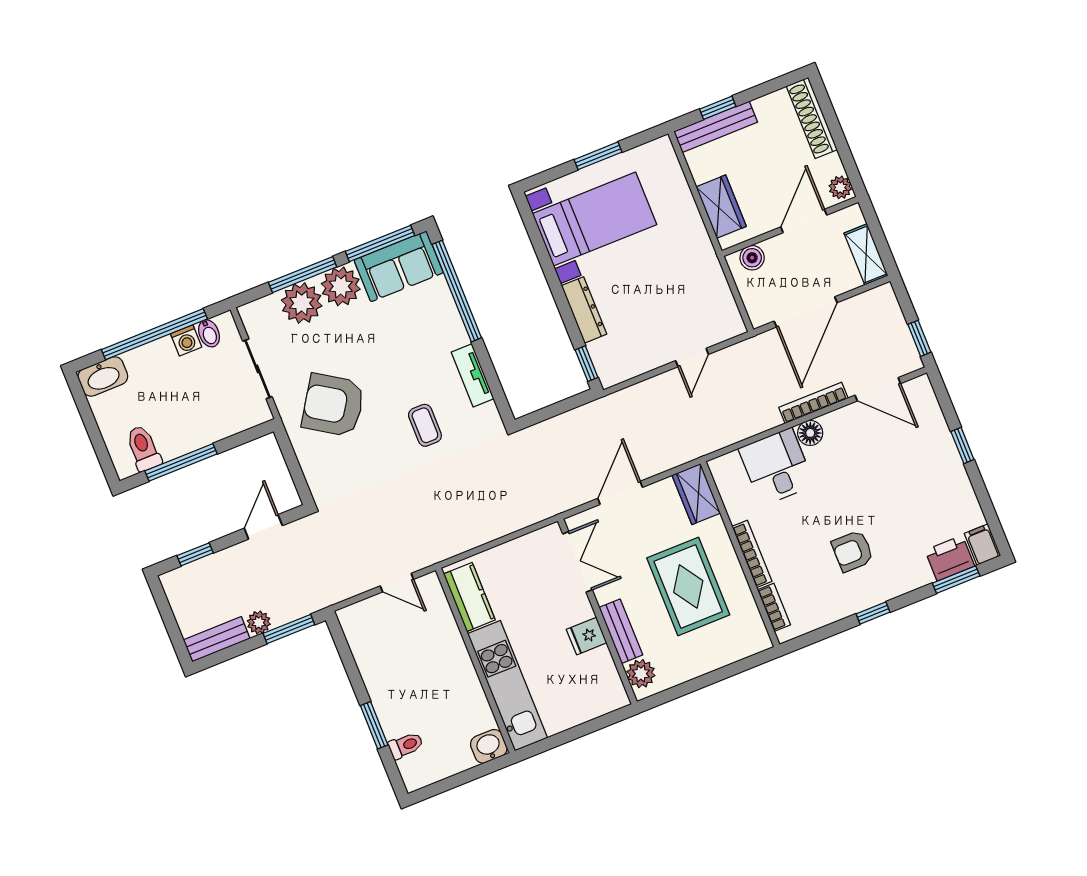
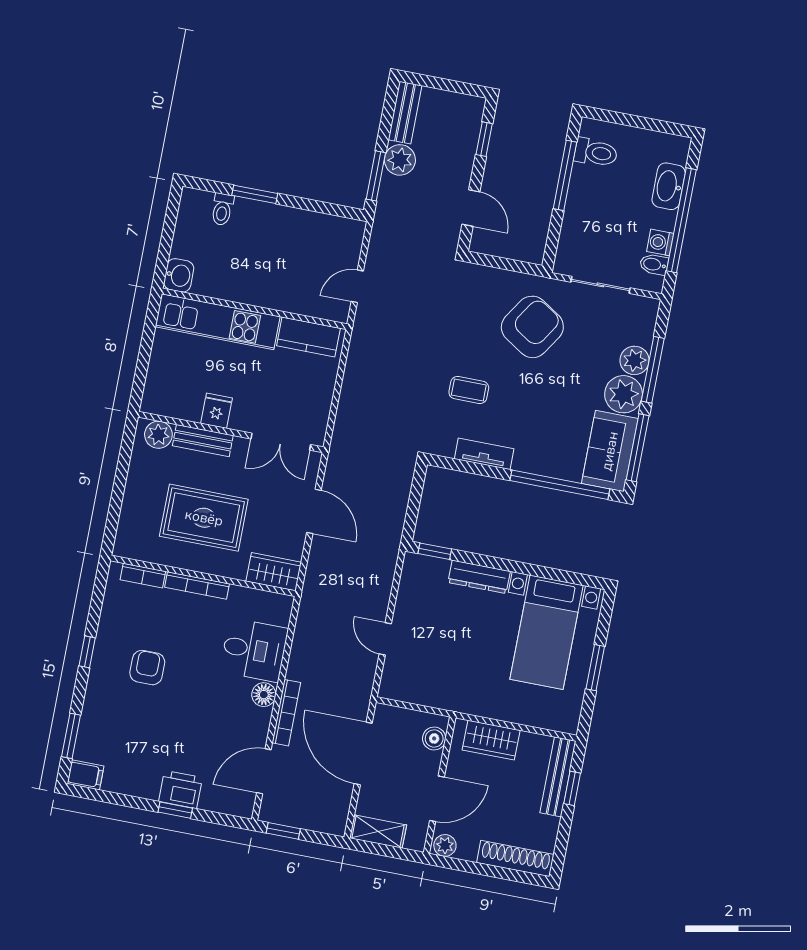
door: (804, 221) -> (437, 799), hinge flipped
plant: (302, 303) -> (635, 360), width x0.73, depth x0.73
washbasin: (103, 376) -> (669, 186), moved
printer: (950, 558) -> (181, 789), moved, turned -90
plant: (259, 623) -> (400, 160), width x1.38, depth x1.38

